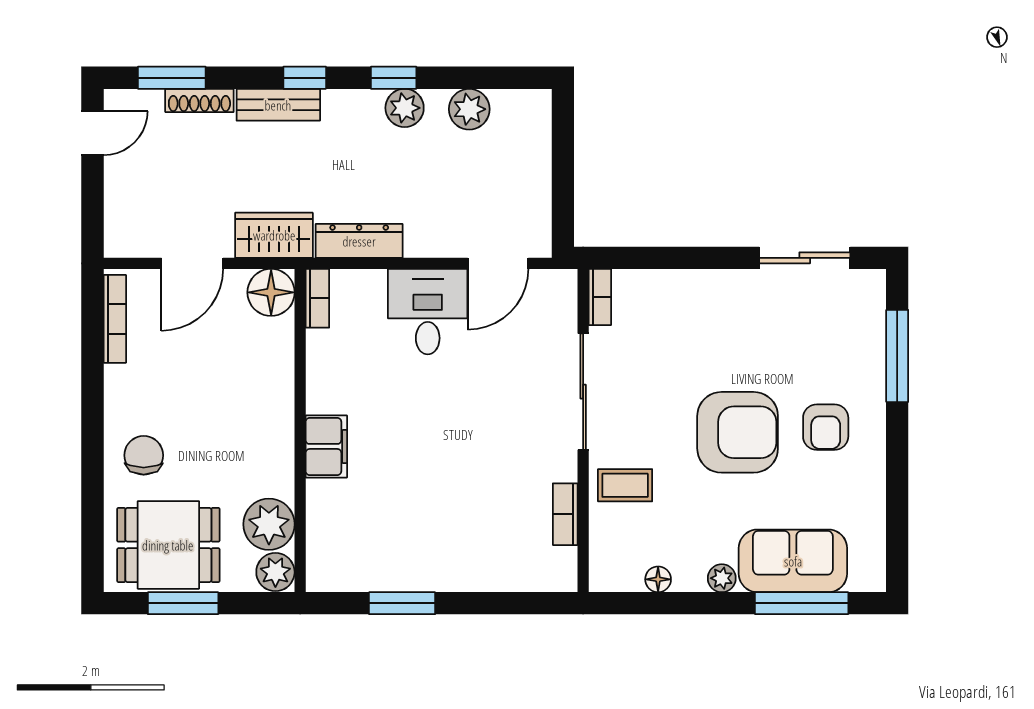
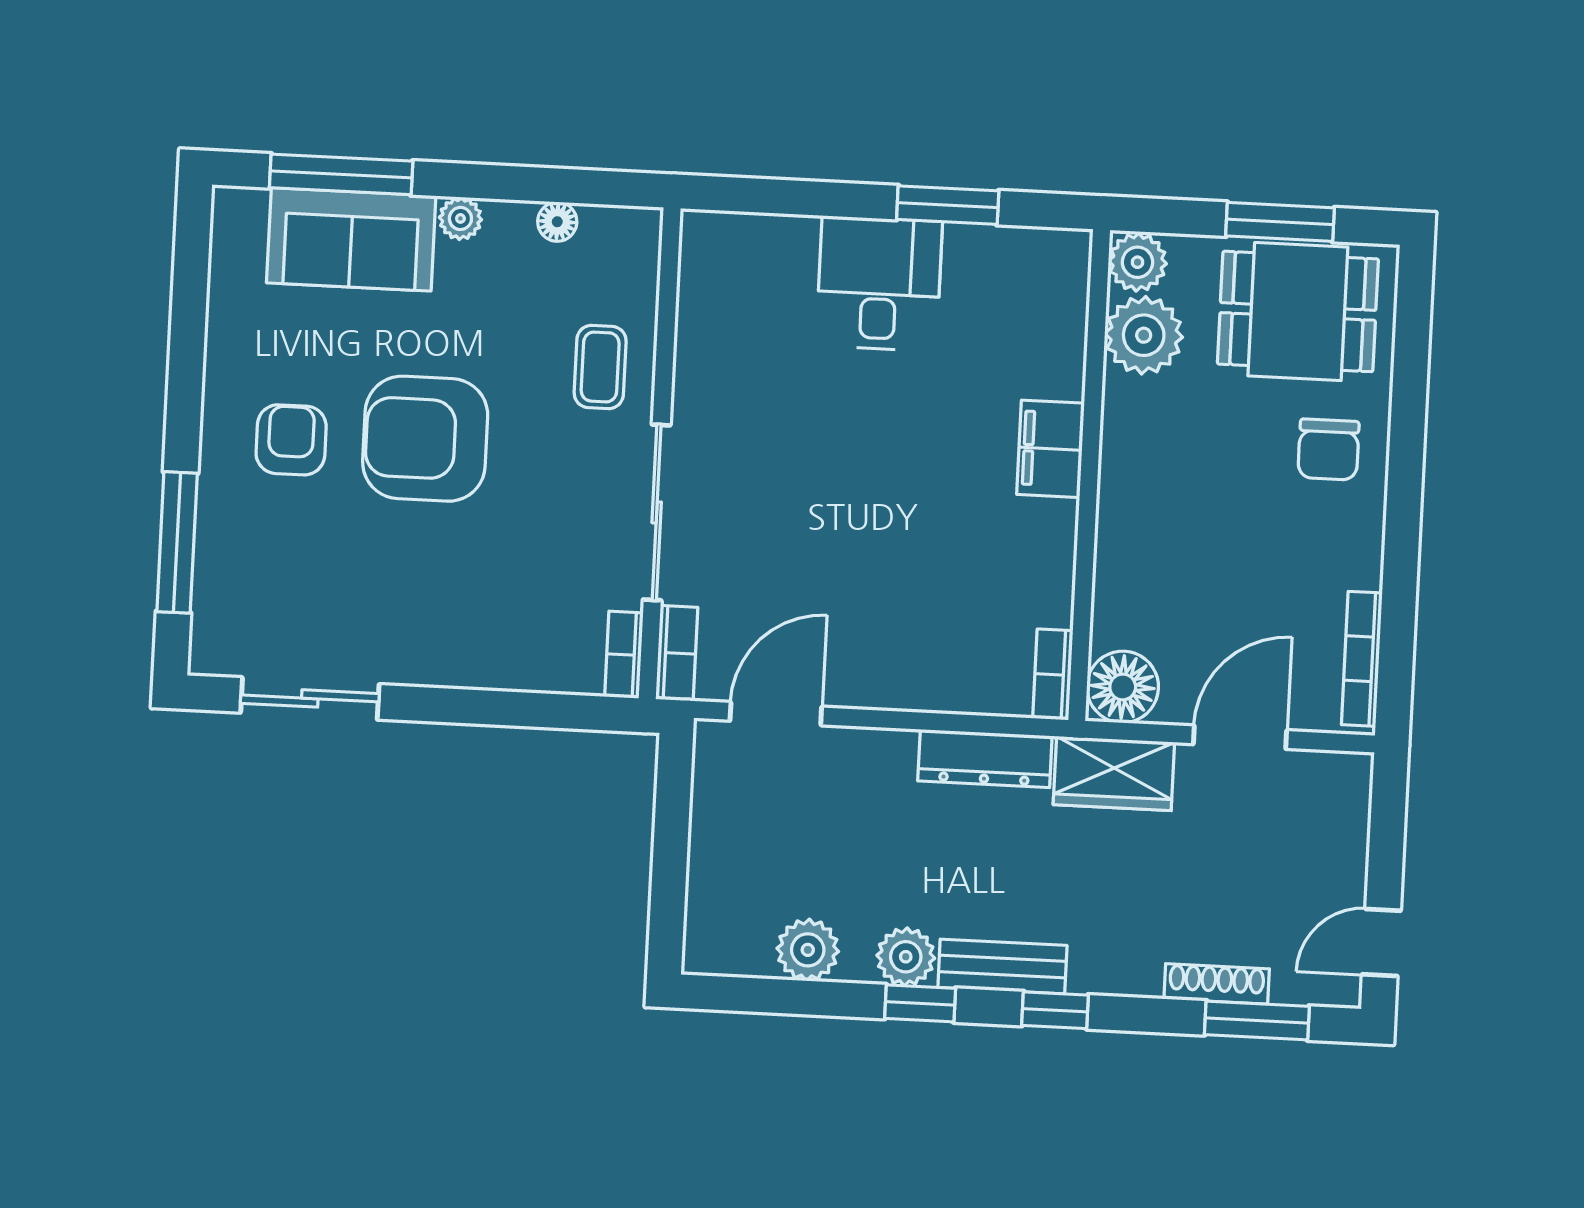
bench: (278, 105) -> (1002, 966), moved
desk: (428, 312) -> (879, 284), moved, turned 180
coffee table: (625, 485) -> (600, 367), turned 90
bookcase: (565, 514) -> (677, 653), moved

